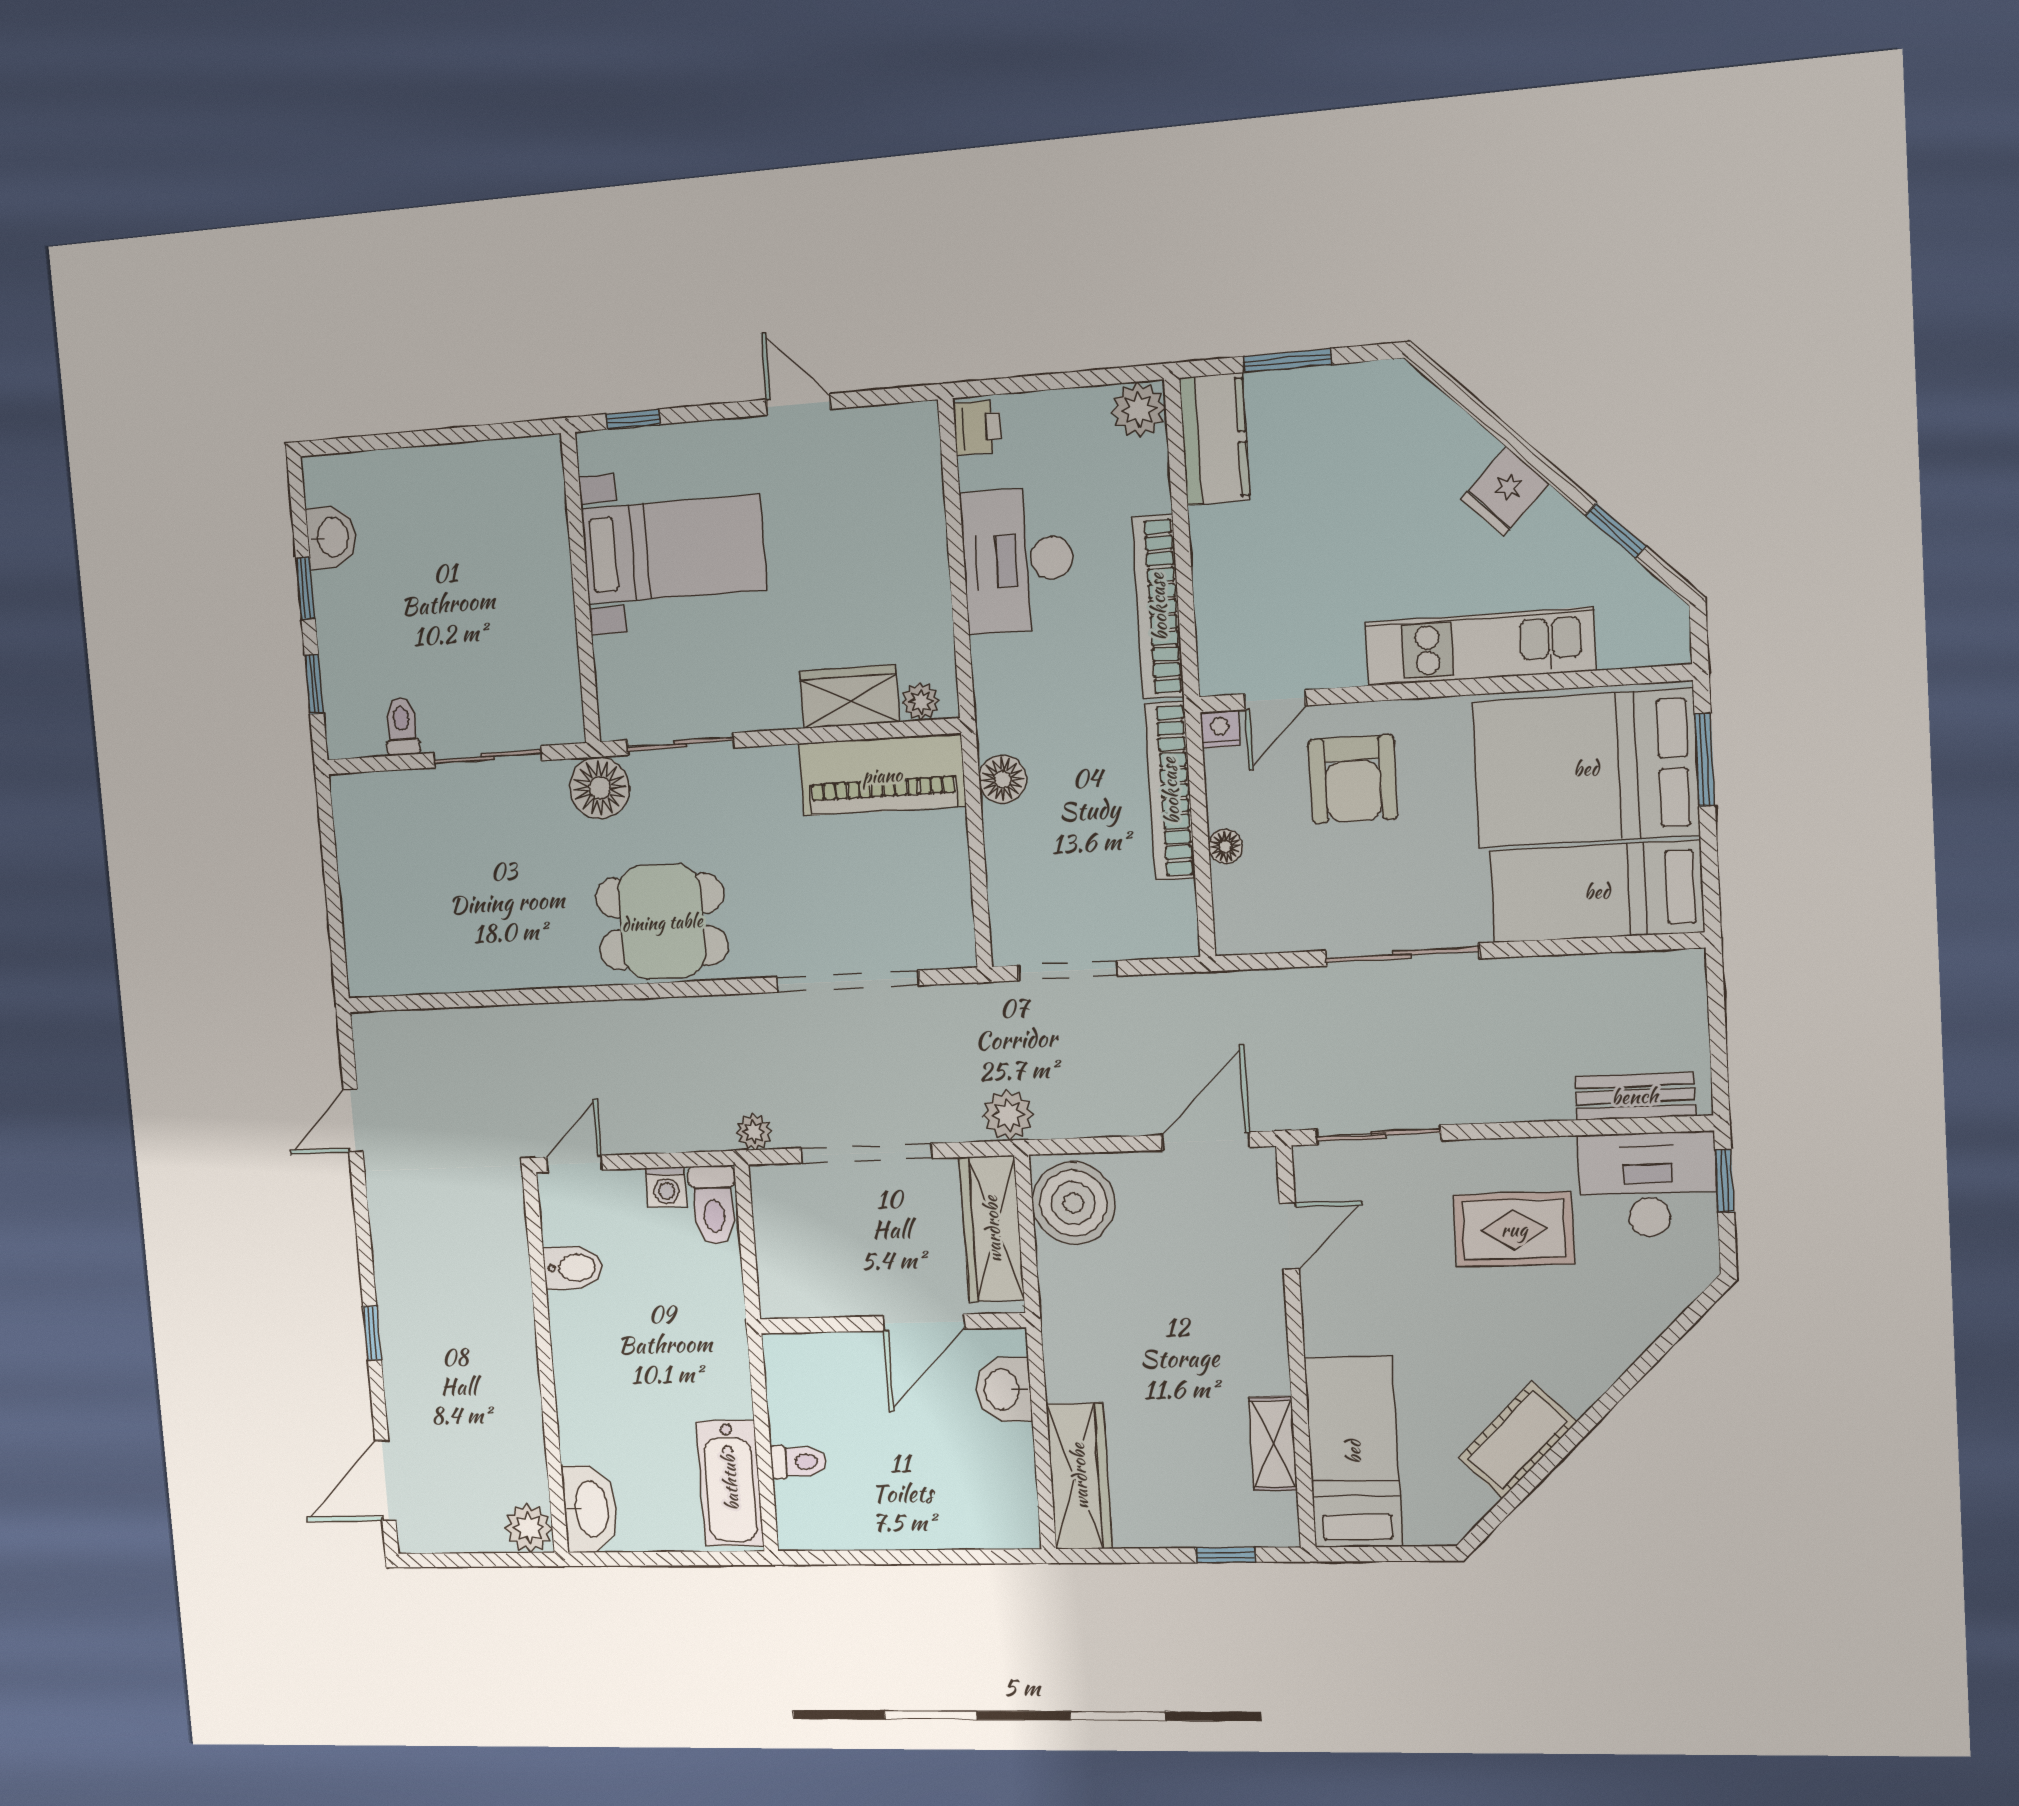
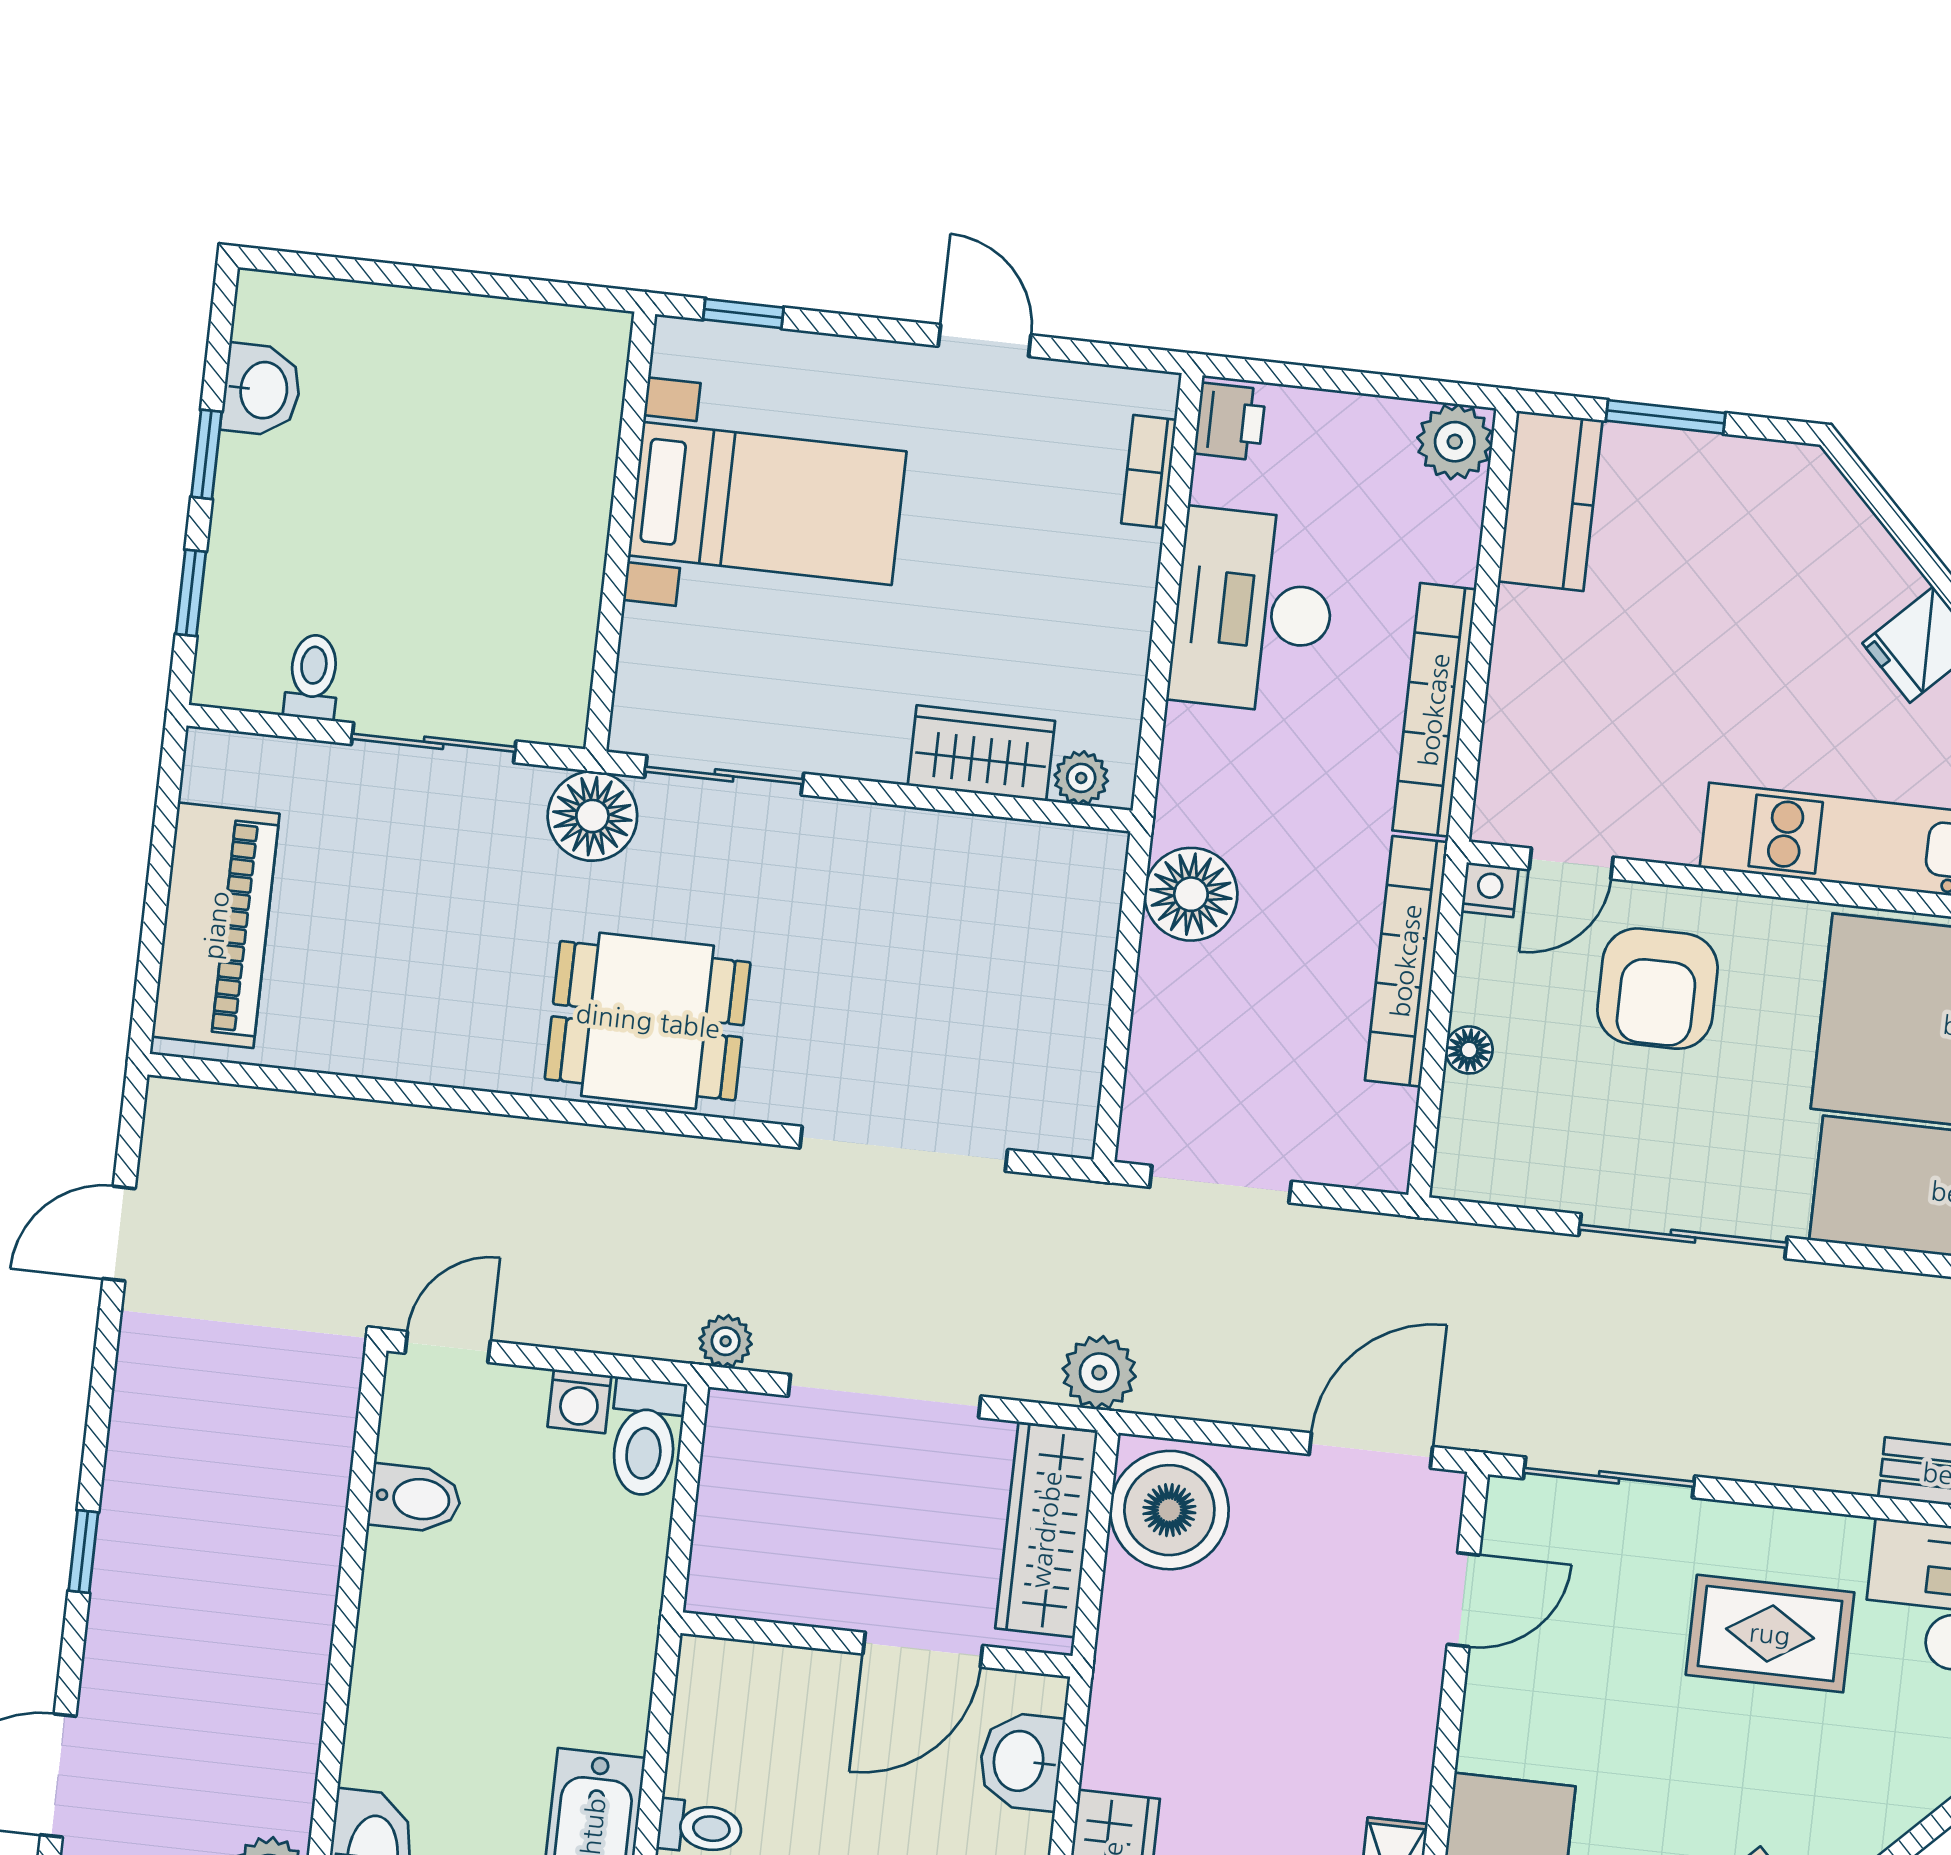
bookcase: (928, 475) -> (1149, 472), added
piano: (882, 775) -> (216, 925), moved, turned -90
floor lamp: (1003, 779) -> (1191, 894), width x1.38, depth x1.38

